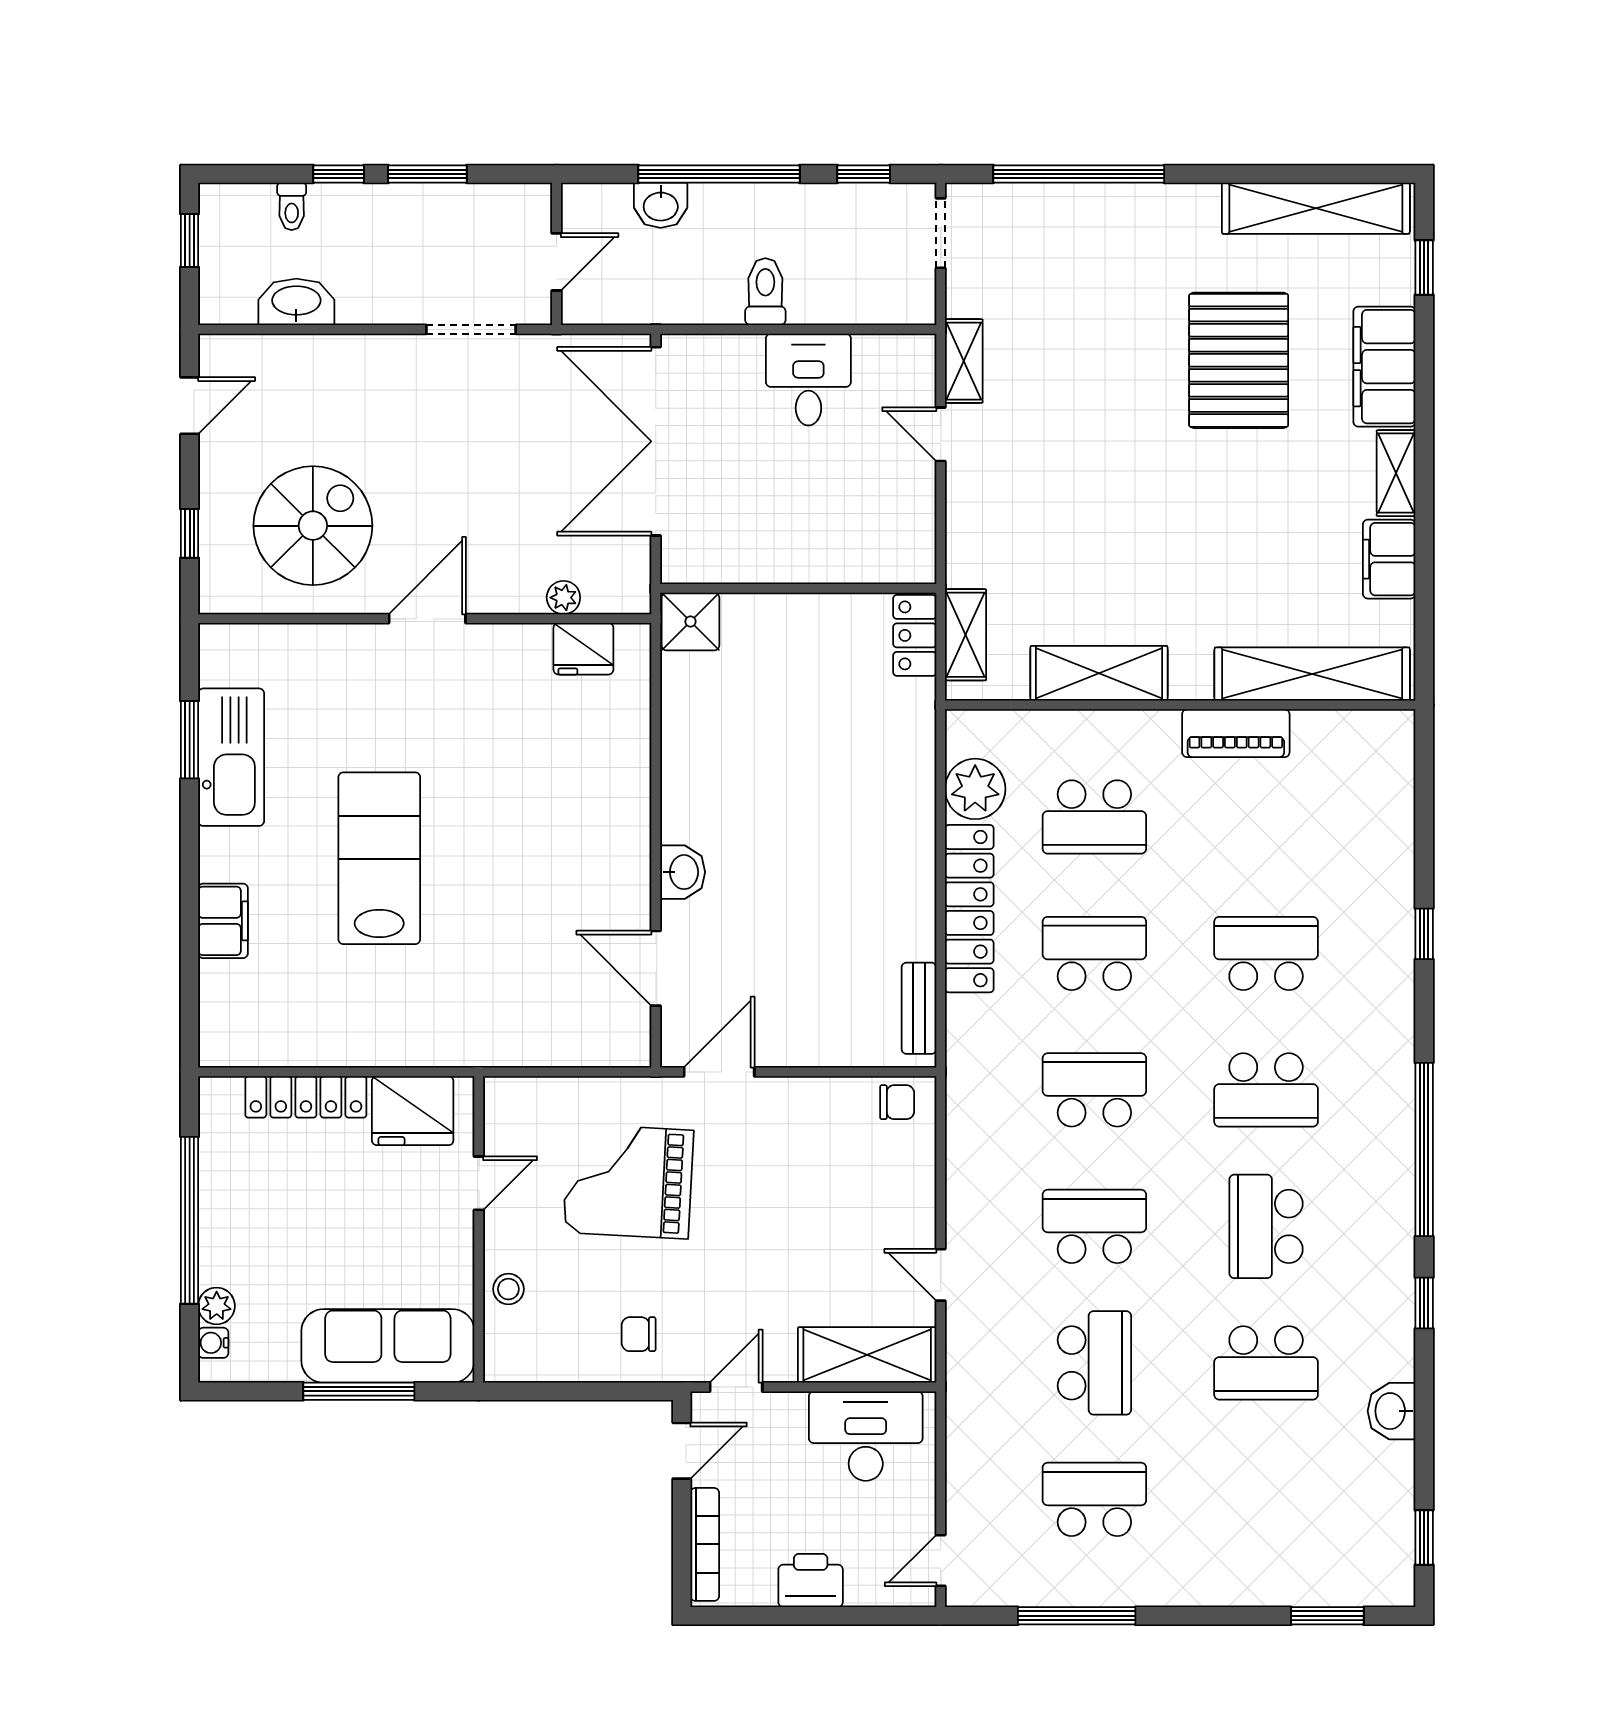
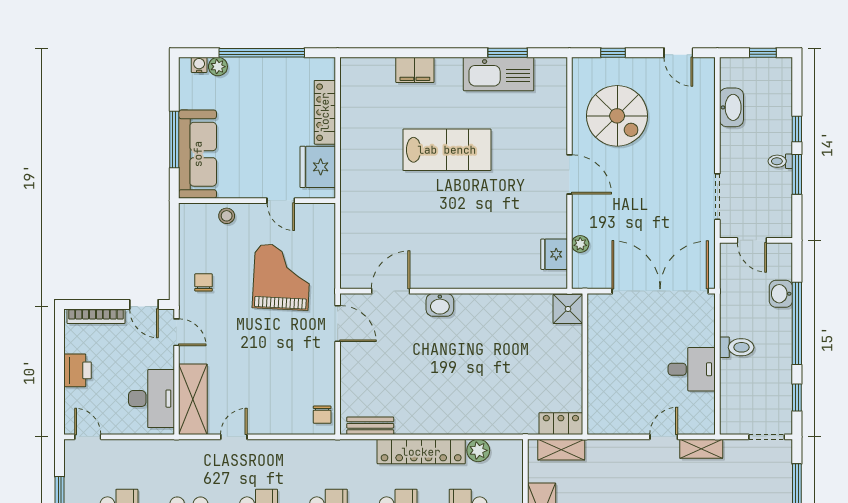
toilet: (292, 206) -> (780, 161), moved
plant: (975, 789) -> (478, 450), width x0.73, depth x0.73

